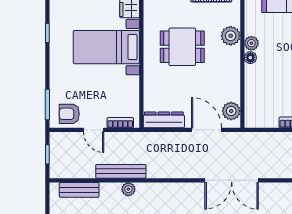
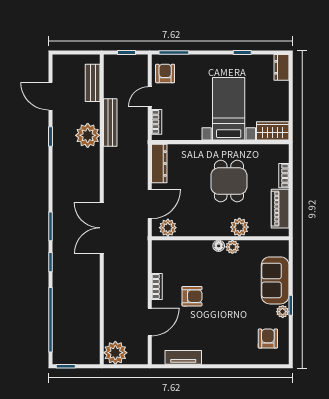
plant: (128, 189) -> (88, 135), width x1.87, depth x1.87

